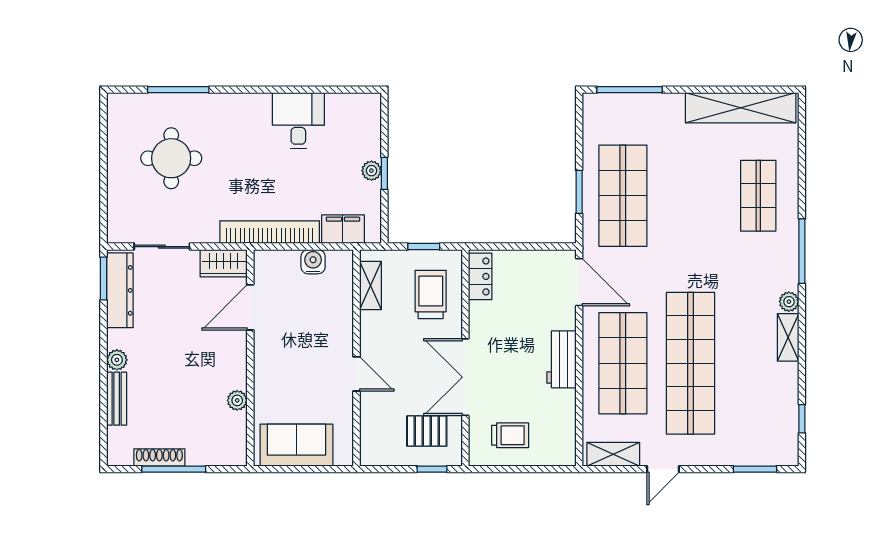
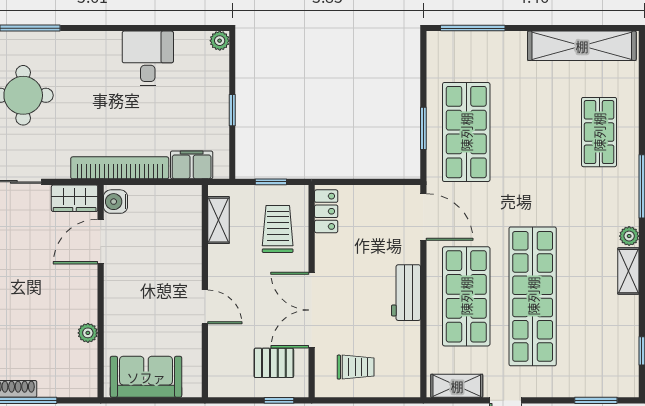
plant: (371, 171) -> (220, 41), moved
water cooler: (313, 262) -> (116, 202), moved, turned -90

